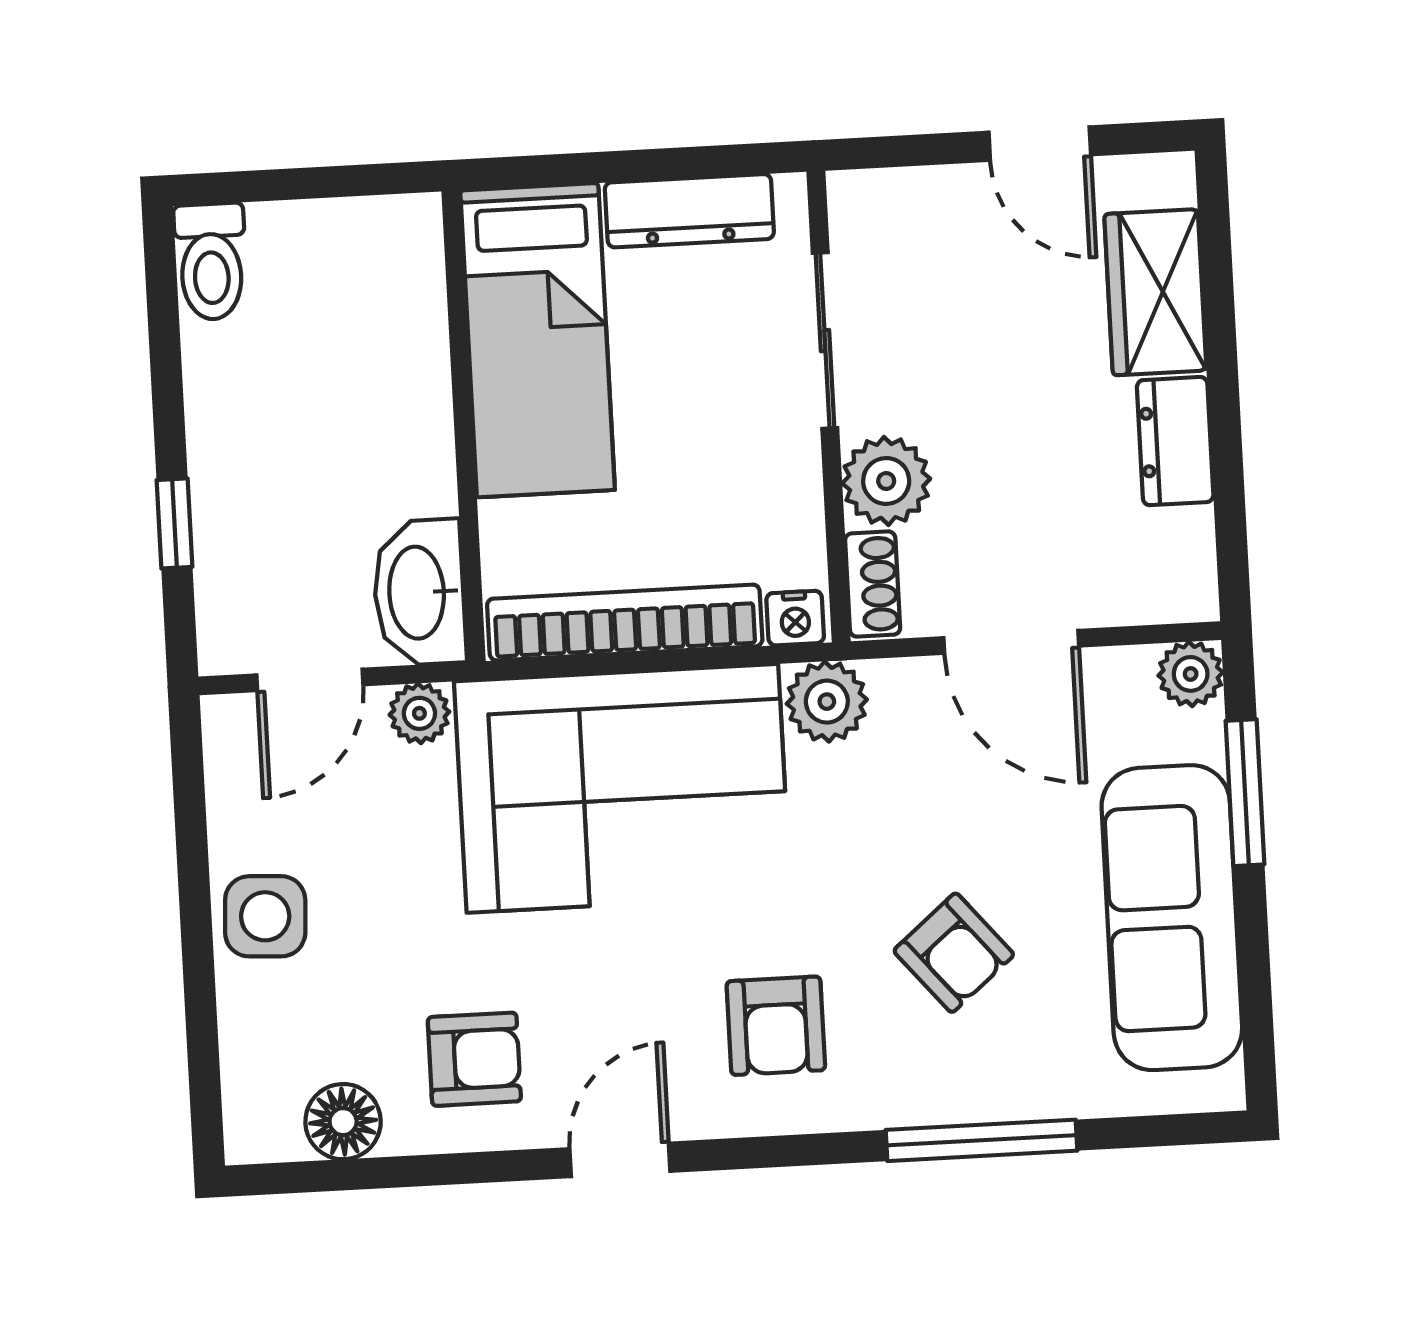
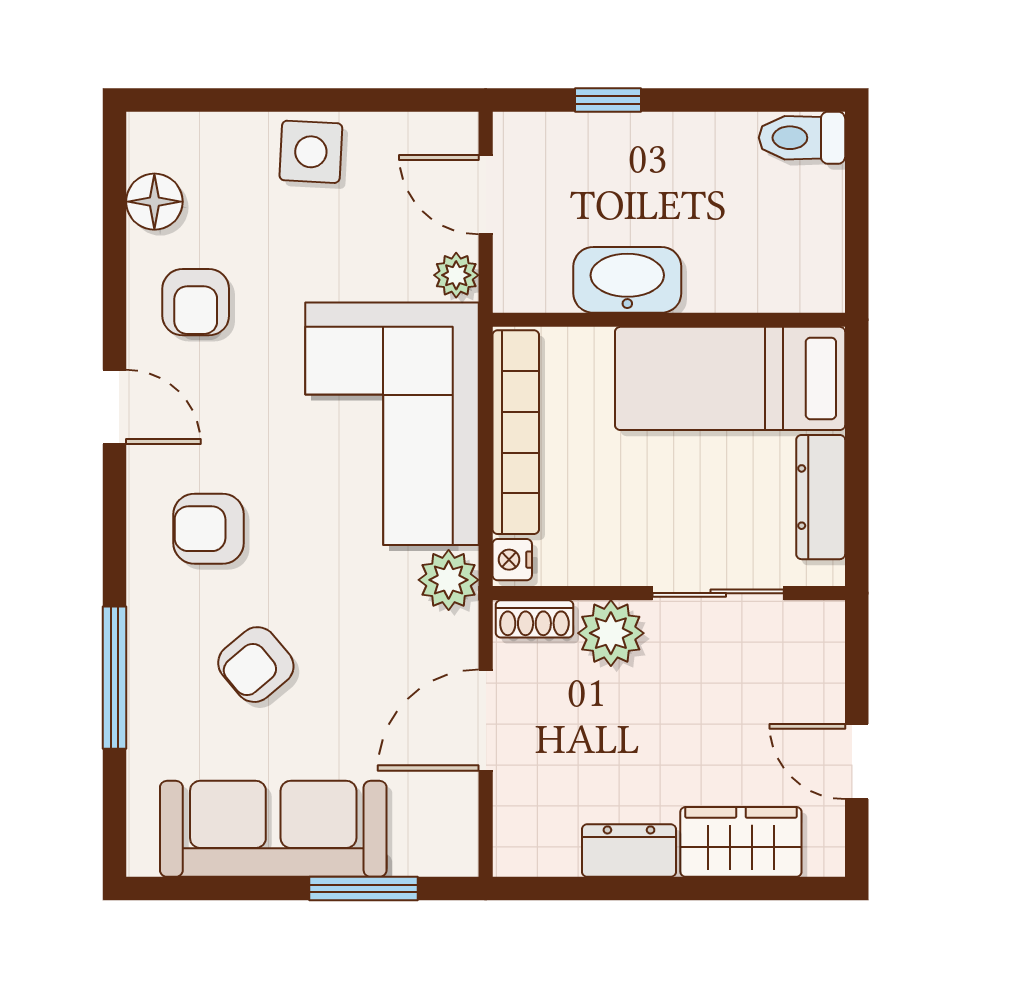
door: (1040, 144) -> (857, 762), hinge flipped
washbasin: (419, 593) -> (627, 280), moved
plant: (1191, 674) -> (454, 853), removed

